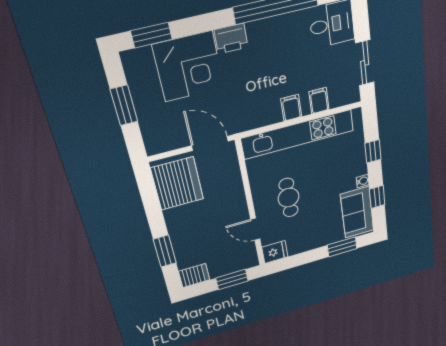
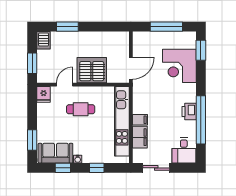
printer: (231, 39) -> (189, 112), moved
filing cabinet: (319, 101) -> (140, 137), width x2.00
window: (124, 105) -> (166, 27), width x1.44
server rack: (177, 184) -> (92, 70), moved, turned 180

